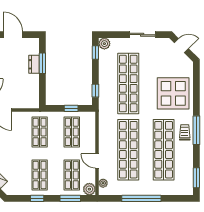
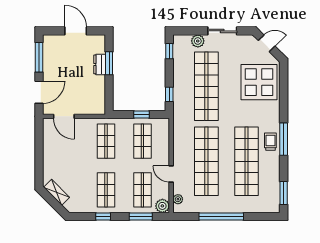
plant: (104, 44) -> (198, 41), moved
display table: (173, 93) -> (259, 82), moved

